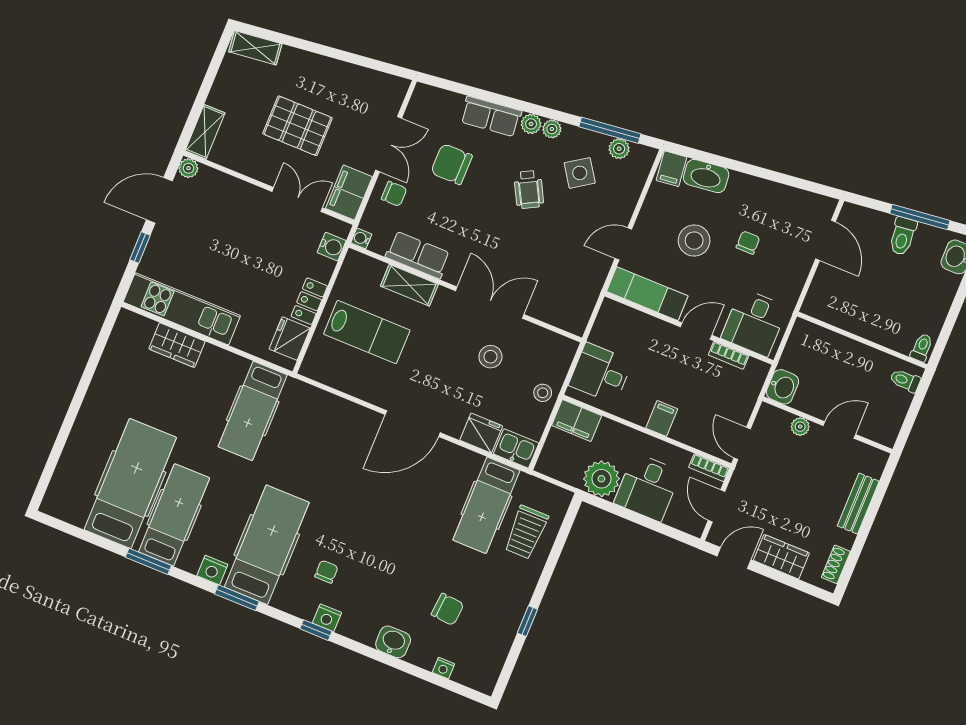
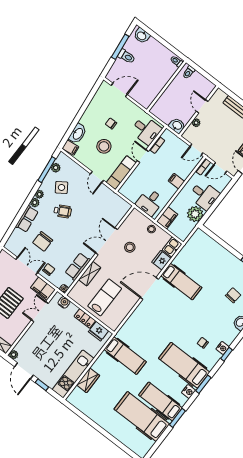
door: (413, 424) -> (149, 288), swing flipped
hospital bed: (486, 505) -> (181, 282), moved
trolley: (526, 532) -> (209, 253), removed

